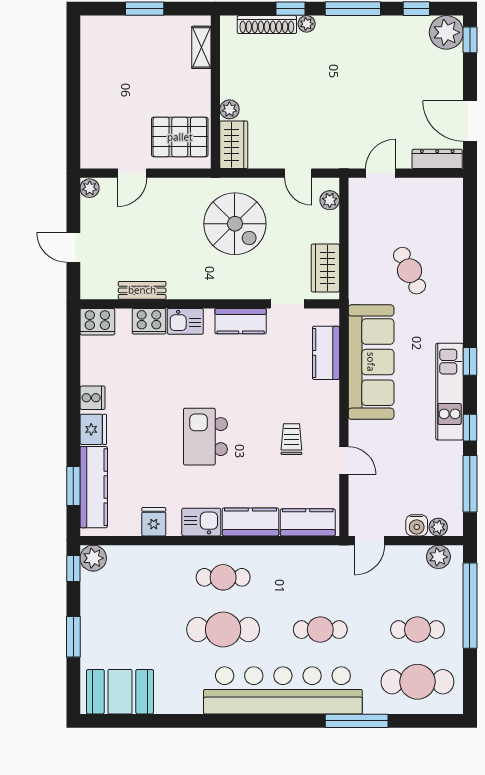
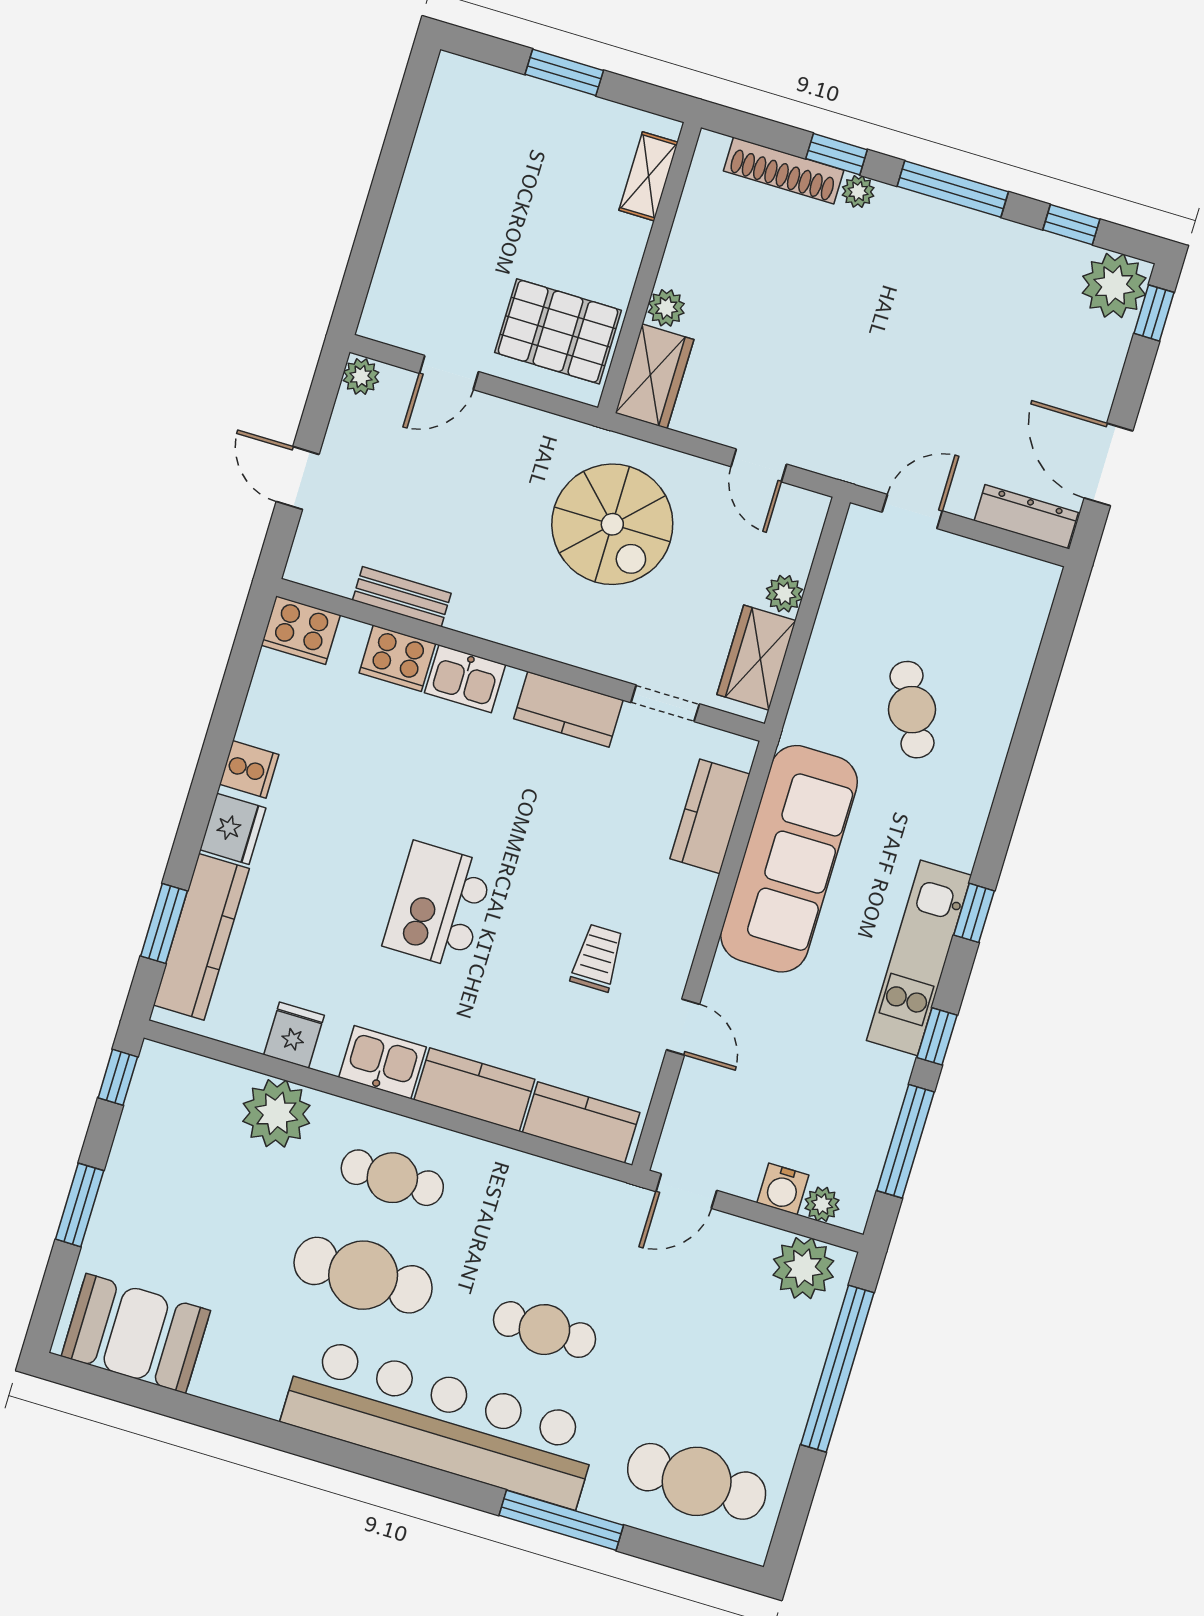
plant: (330, 200) -> (784, 594), moved
plant: (438, 557) -> (803, 1268), width x1.36, depth x1.36
plant: (93, 558) -> (276, 1113), moved, width x1.36, depth x1.36
cafe table: (417, 630) -> (726, 1384), removed

